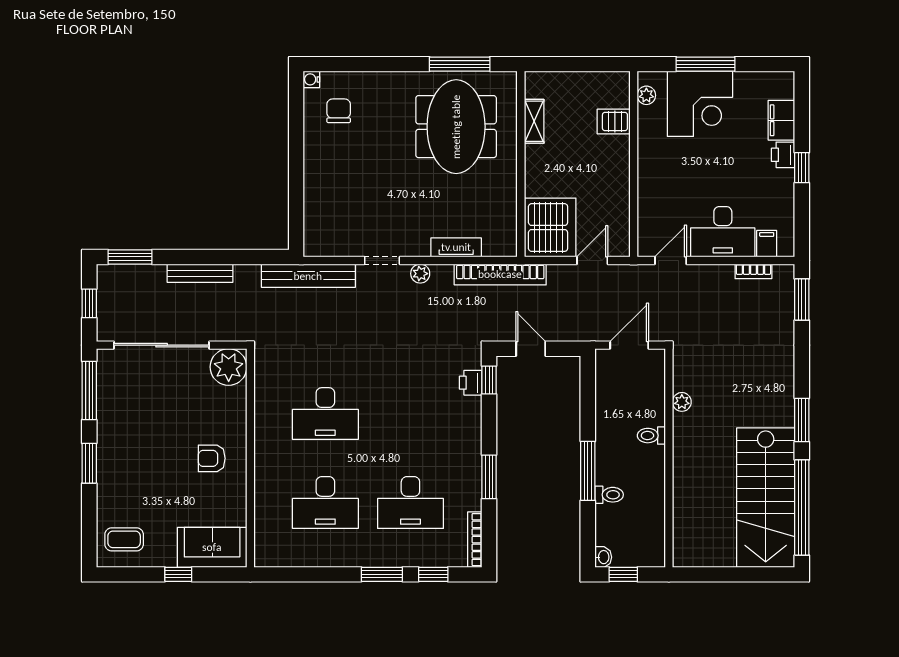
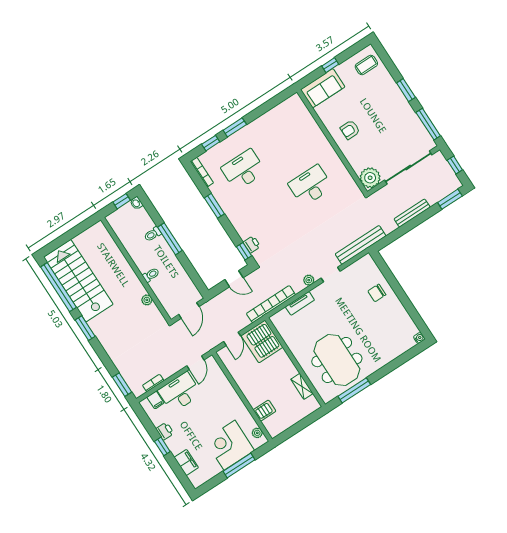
chair: (339, 111) -> (377, 293), moved, turned 90
printer: (783, 155) -> (165, 431), moved
armchair: (212, 458) -> (350, 130), turned 180
desk: (325, 503) -> (283, 144), removed

